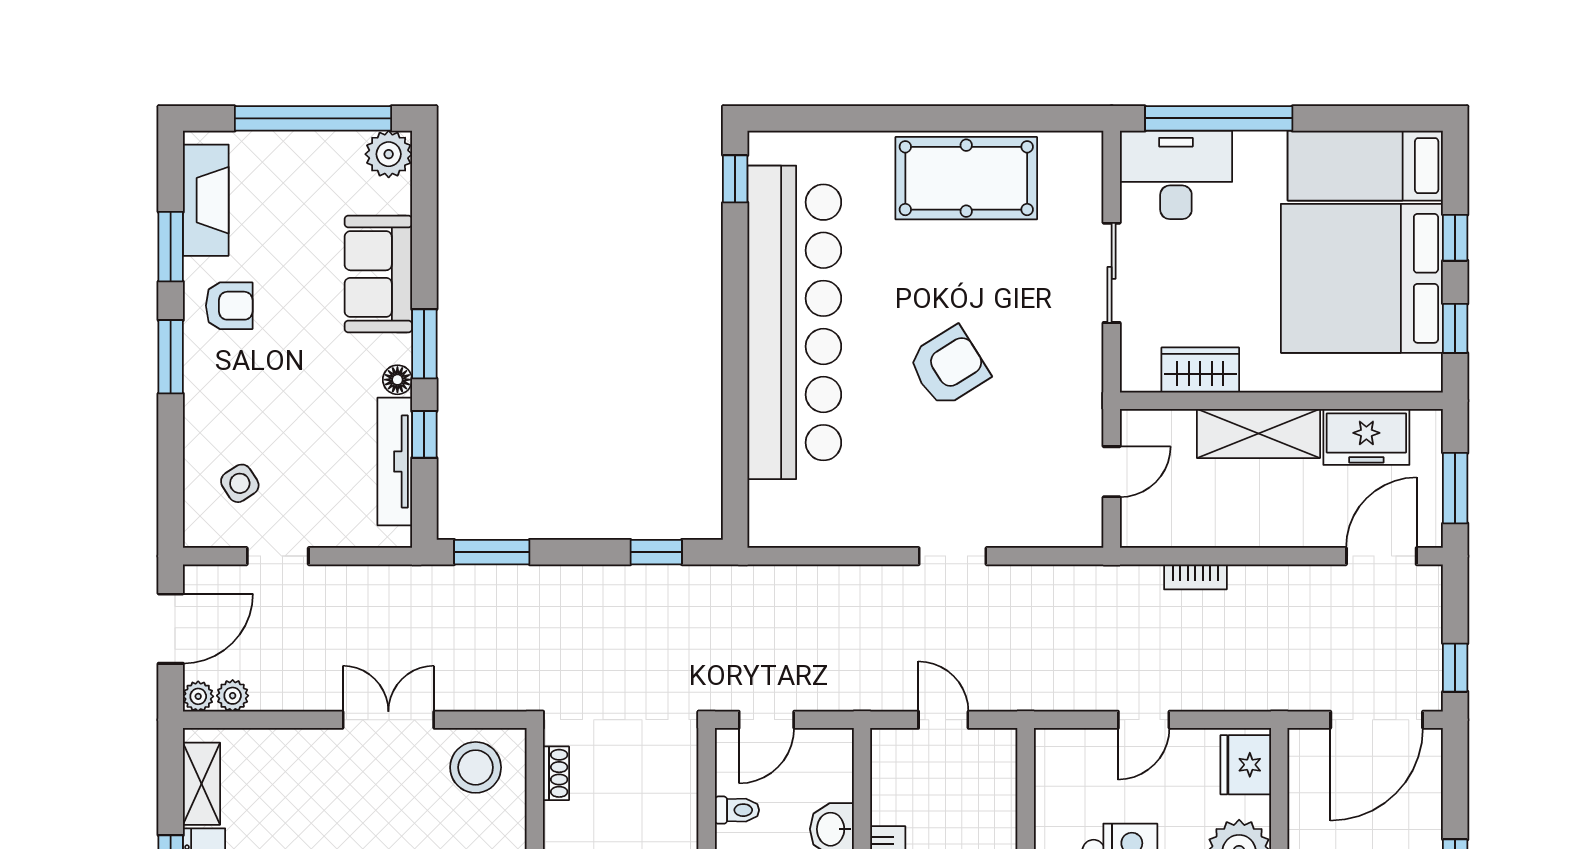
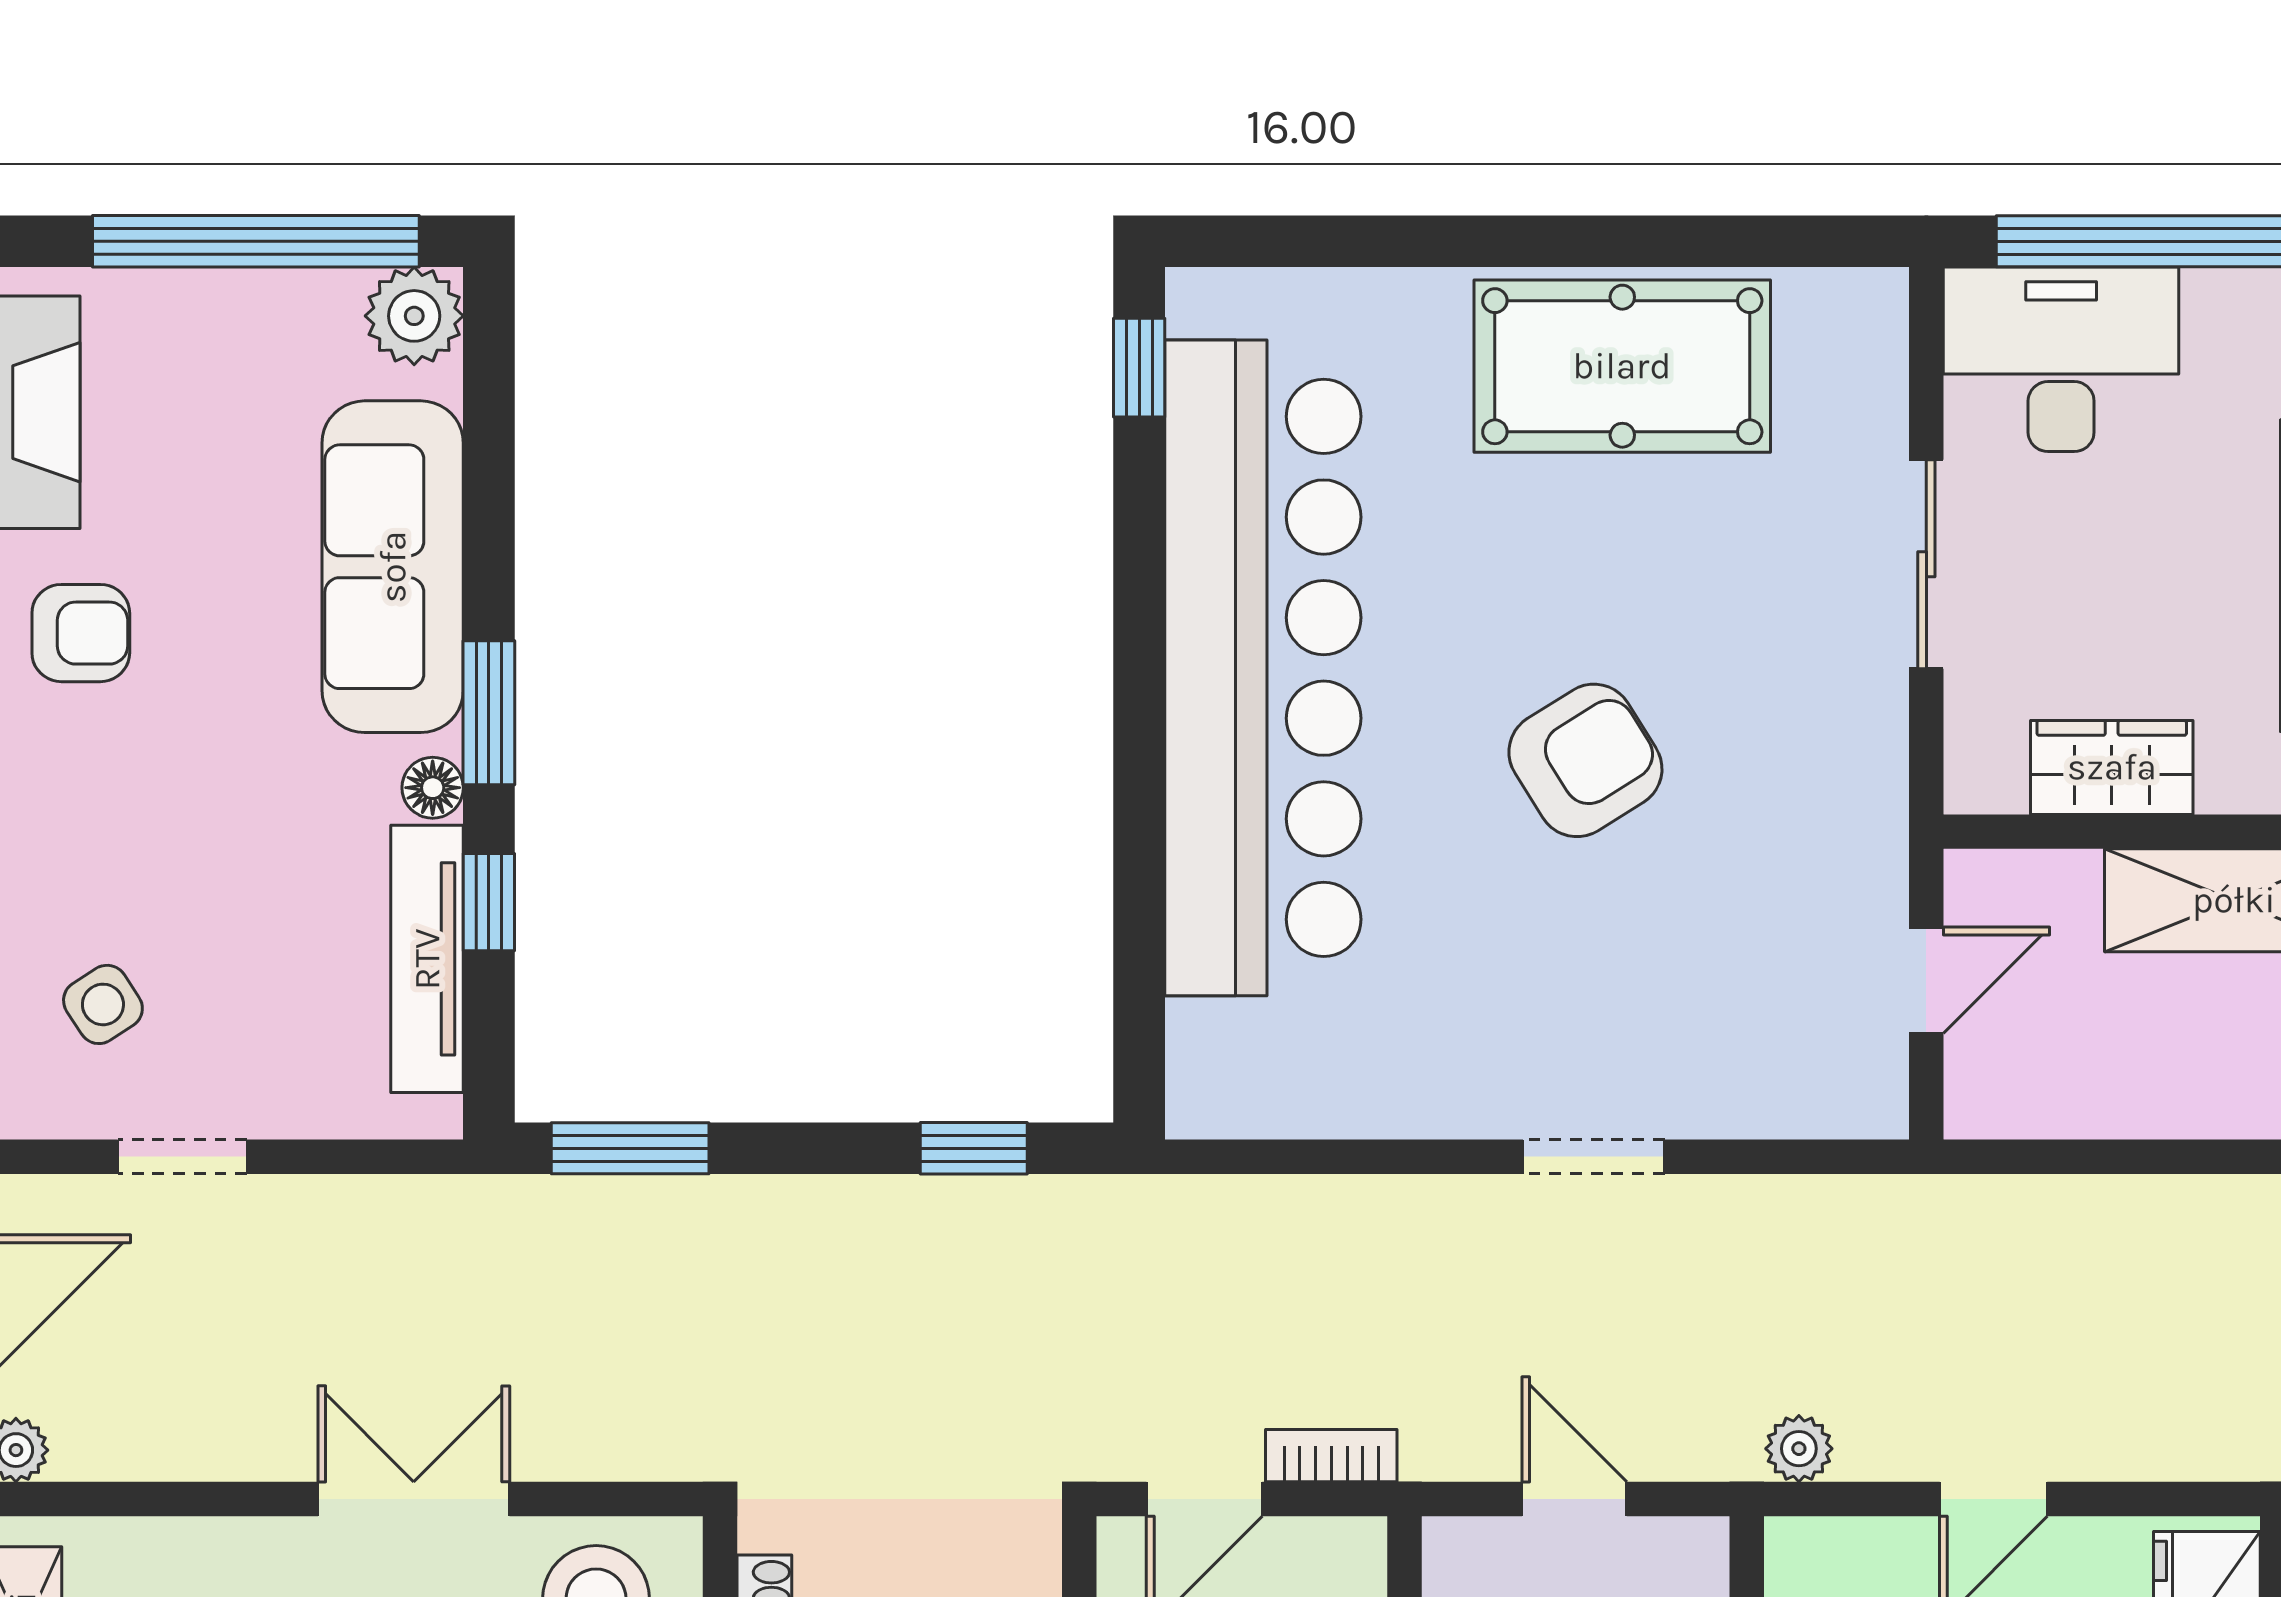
sofa: (378, 274) -> (393, 567), width x1.36
bookcase: (1195, 577) -> (1331, 1456), moved, turned 180
plant: (233, 696) -> (1799, 1449), moved

